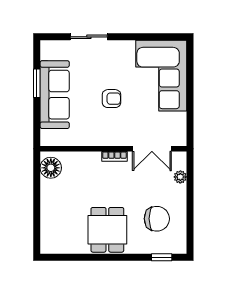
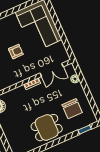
chair: (157, 219) -> (72, 109), turned 90
dining table: (107, 230) -> (47, 128), turned 90

